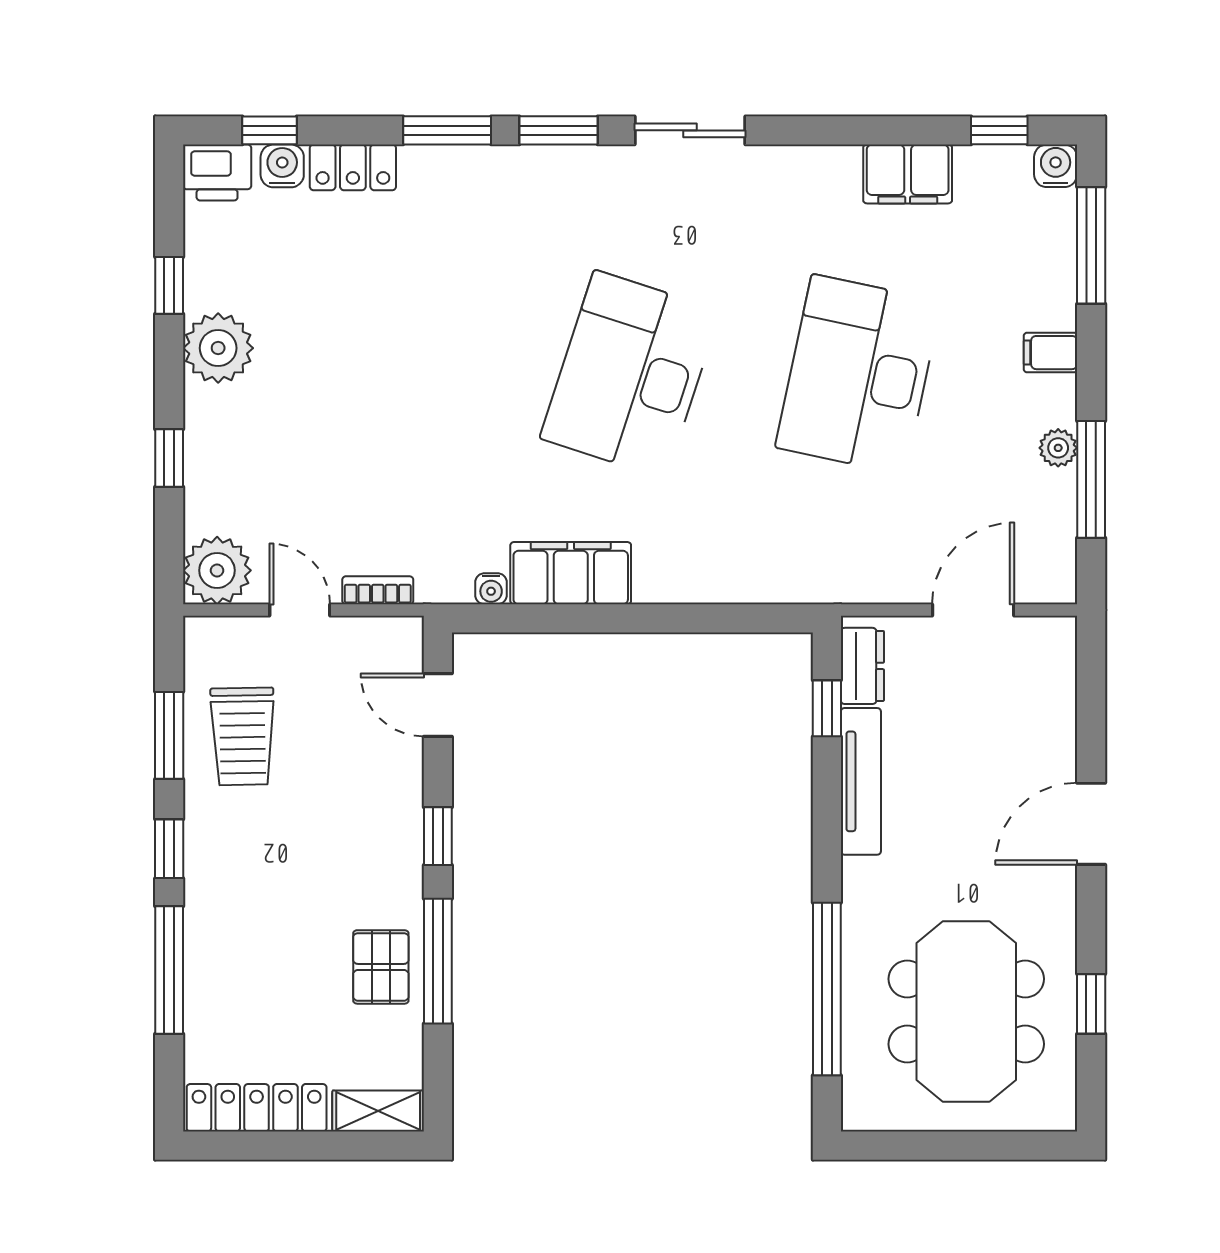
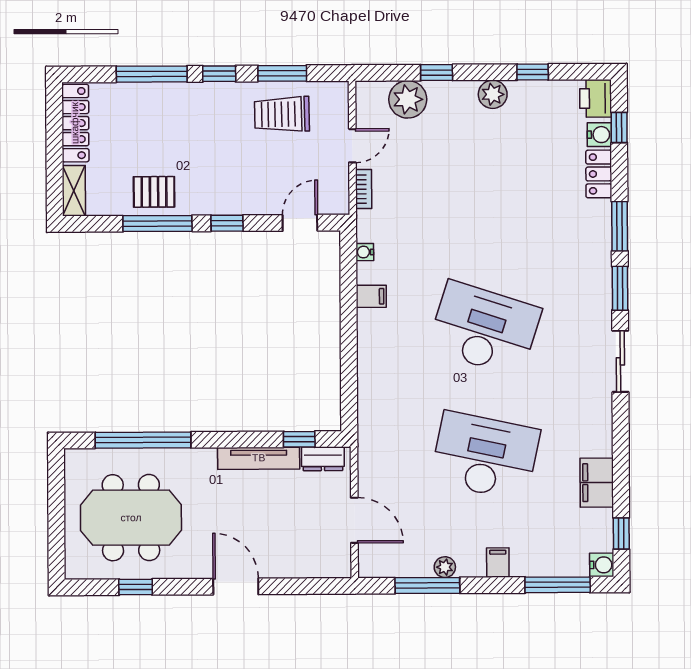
plant: (218, 348) -> (493, 94), width x0.73, depth x0.73
plant: (217, 570) -> (408, 99), moved
filing cabinet: (571, 573) -> (371, 296), width x0.33, depth x0.86

